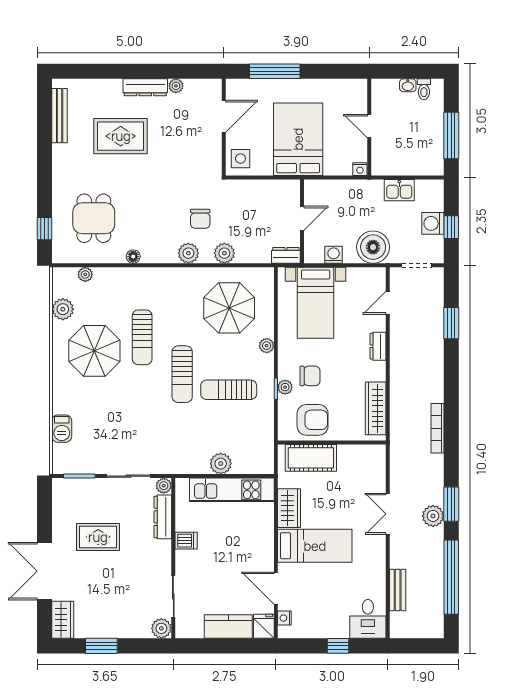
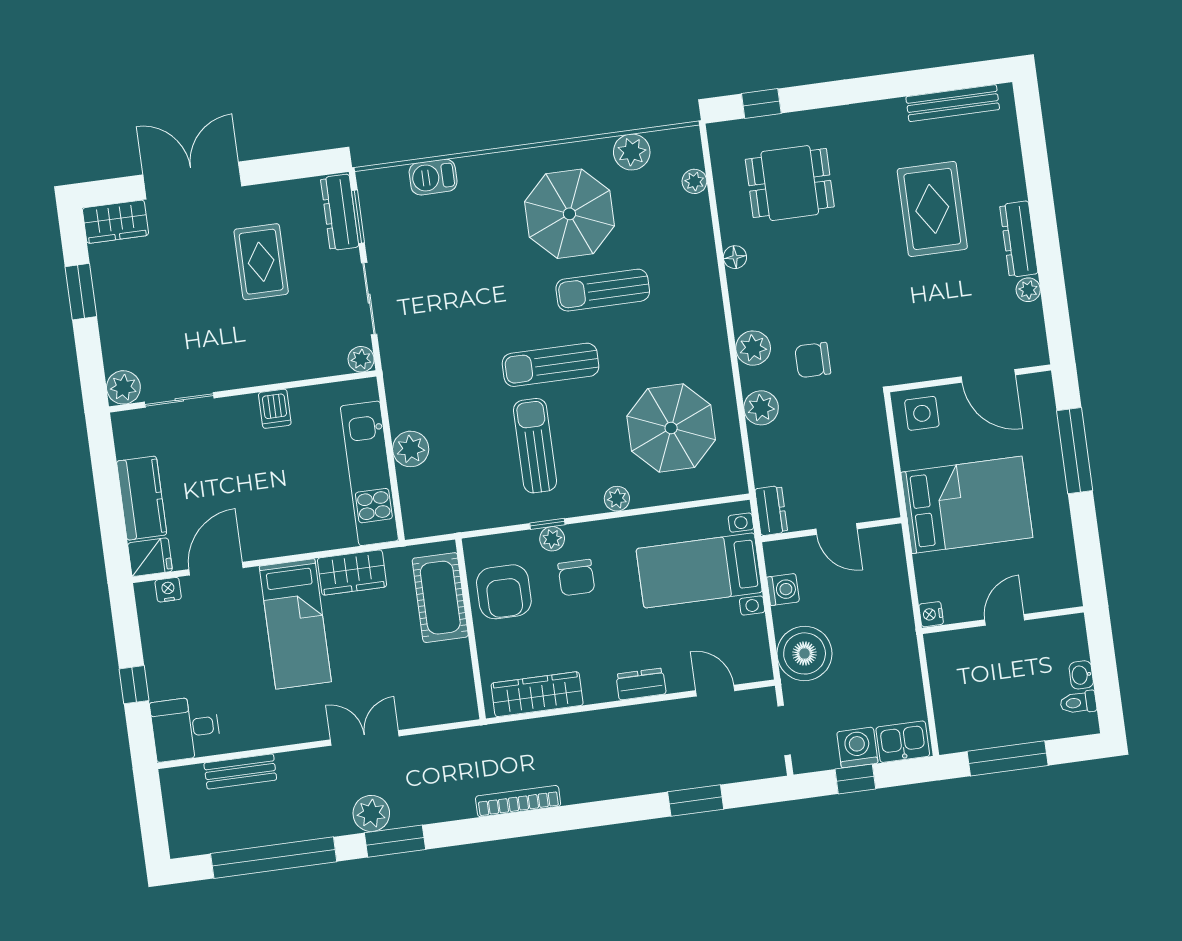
kitchen sink: (399, 190) -> (903, 742), moved, turned 90
dresser: (163, 517) -> (340, 212), moved, turned -90

